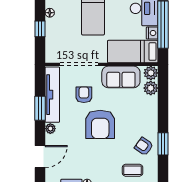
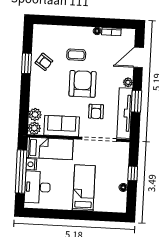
coffee table: (133, 170) -> (76, 55), moved

